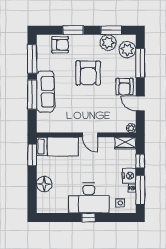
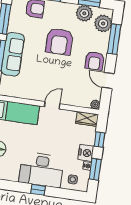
door: (90, 135) -> (52, 105), swing flipped
window: (140, 190) -> (95, 169), width x0.69

